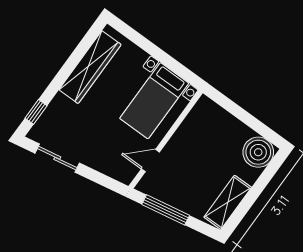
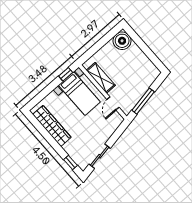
window: (181, 71) -> (66, 74), added
shelving: (228, 202) -> (101, 78), moved

